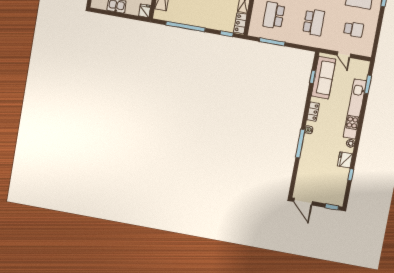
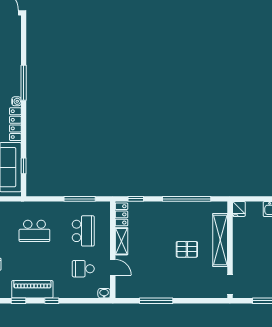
school desk: (314, 22) -> (34, 231), turned -90
locker: (313, 112) -> (15, 124), width x1.53

